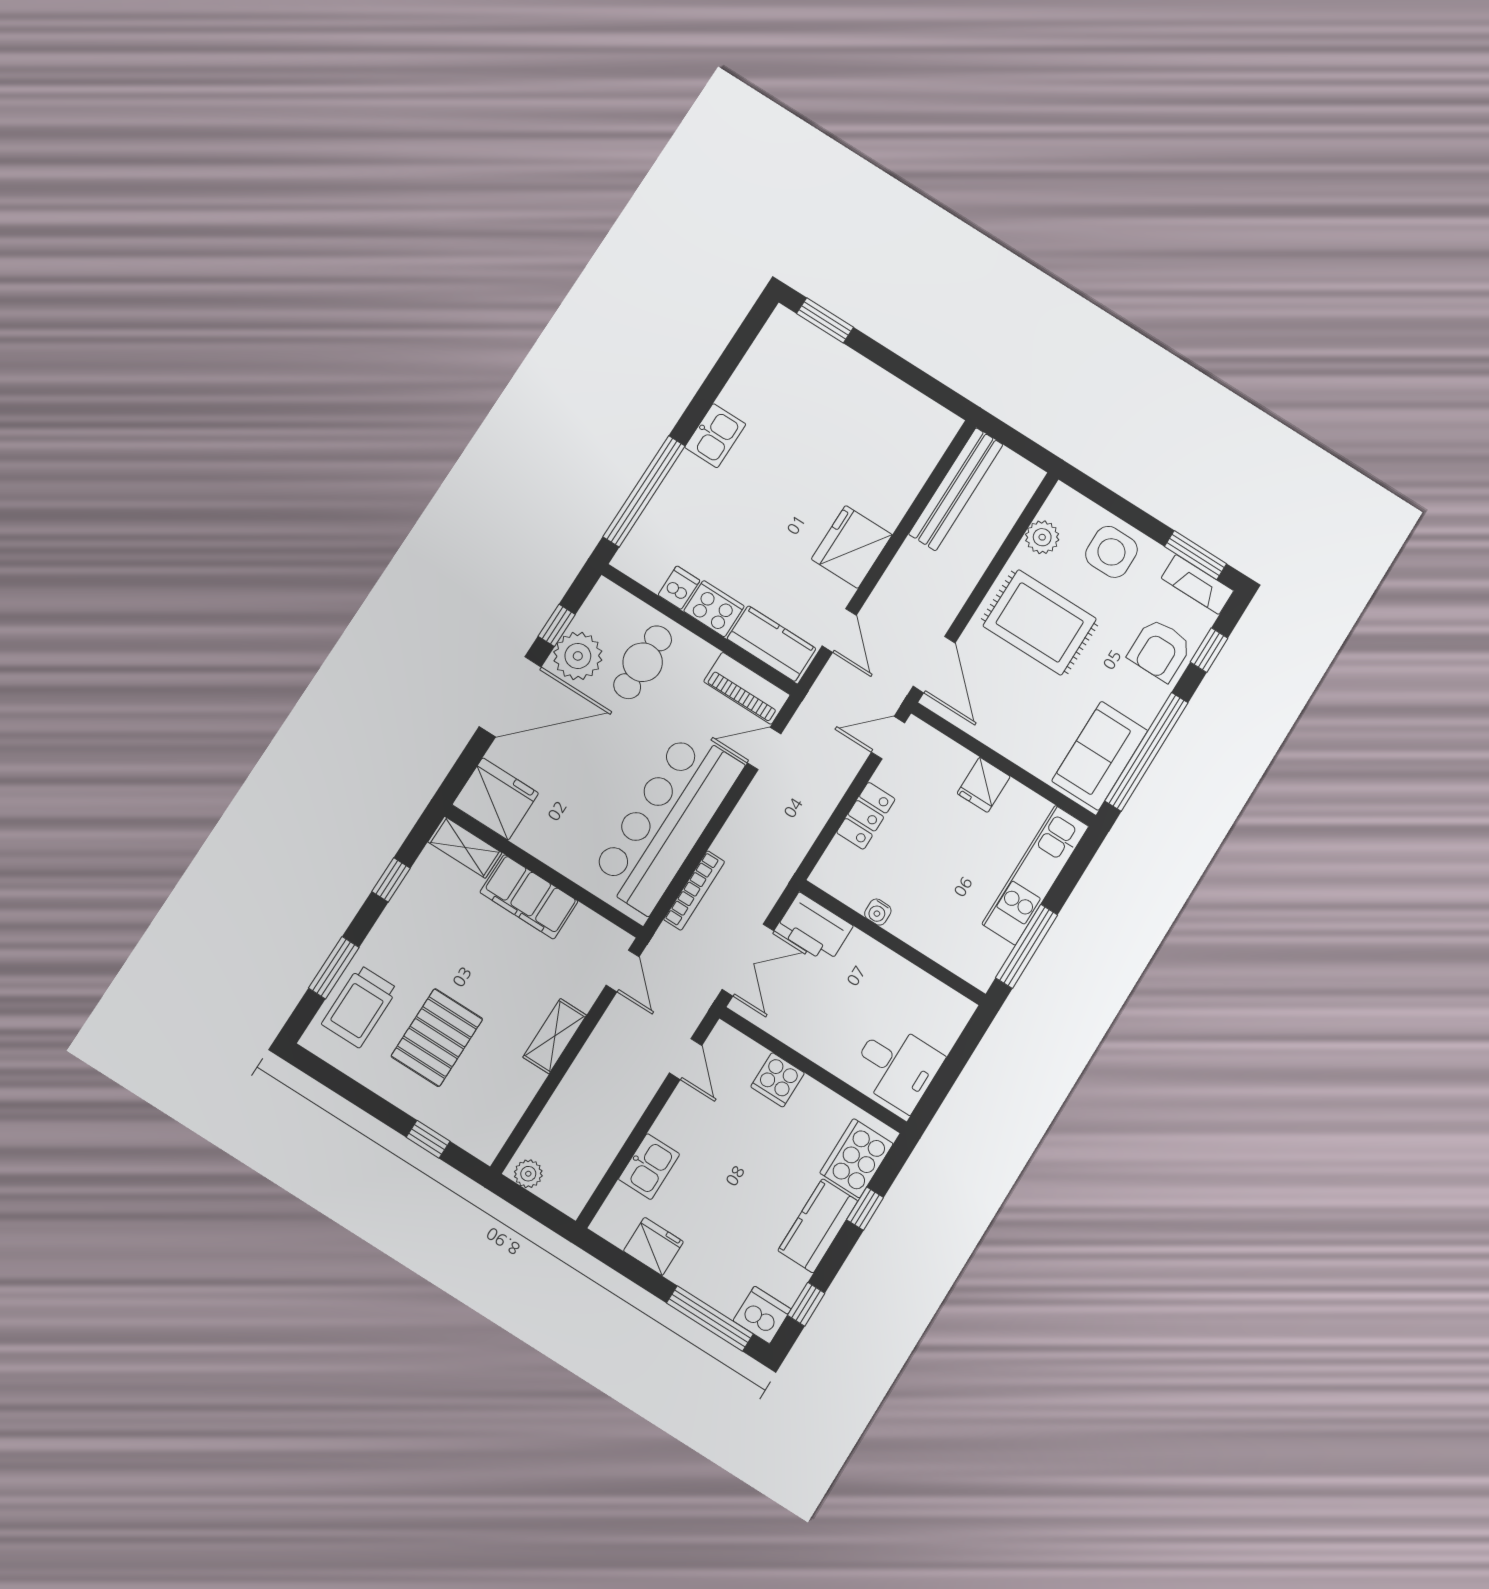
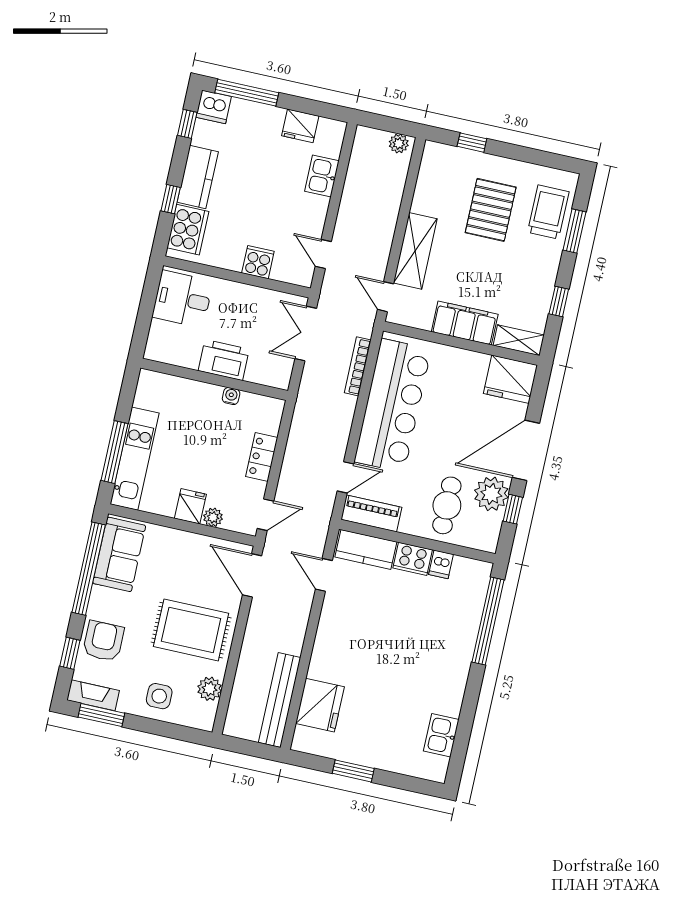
window: (825, 320) -> (353, 771), moved
kitchen sink: (715, 436) -> (441, 735), moved
fridge: (852, 547) -> (320, 705), moved
side table: (1111, 552) -> (159, 696), width x0.73, depth x0.73
plant: (959, 759) -> (213, 517), added
printer: (814, 928) -> (224, 360), moved
window: (1027, 946) -> (114, 452), moved
shelving: (555, 1036) -> (415, 251), width x1.50, depth x1.33

